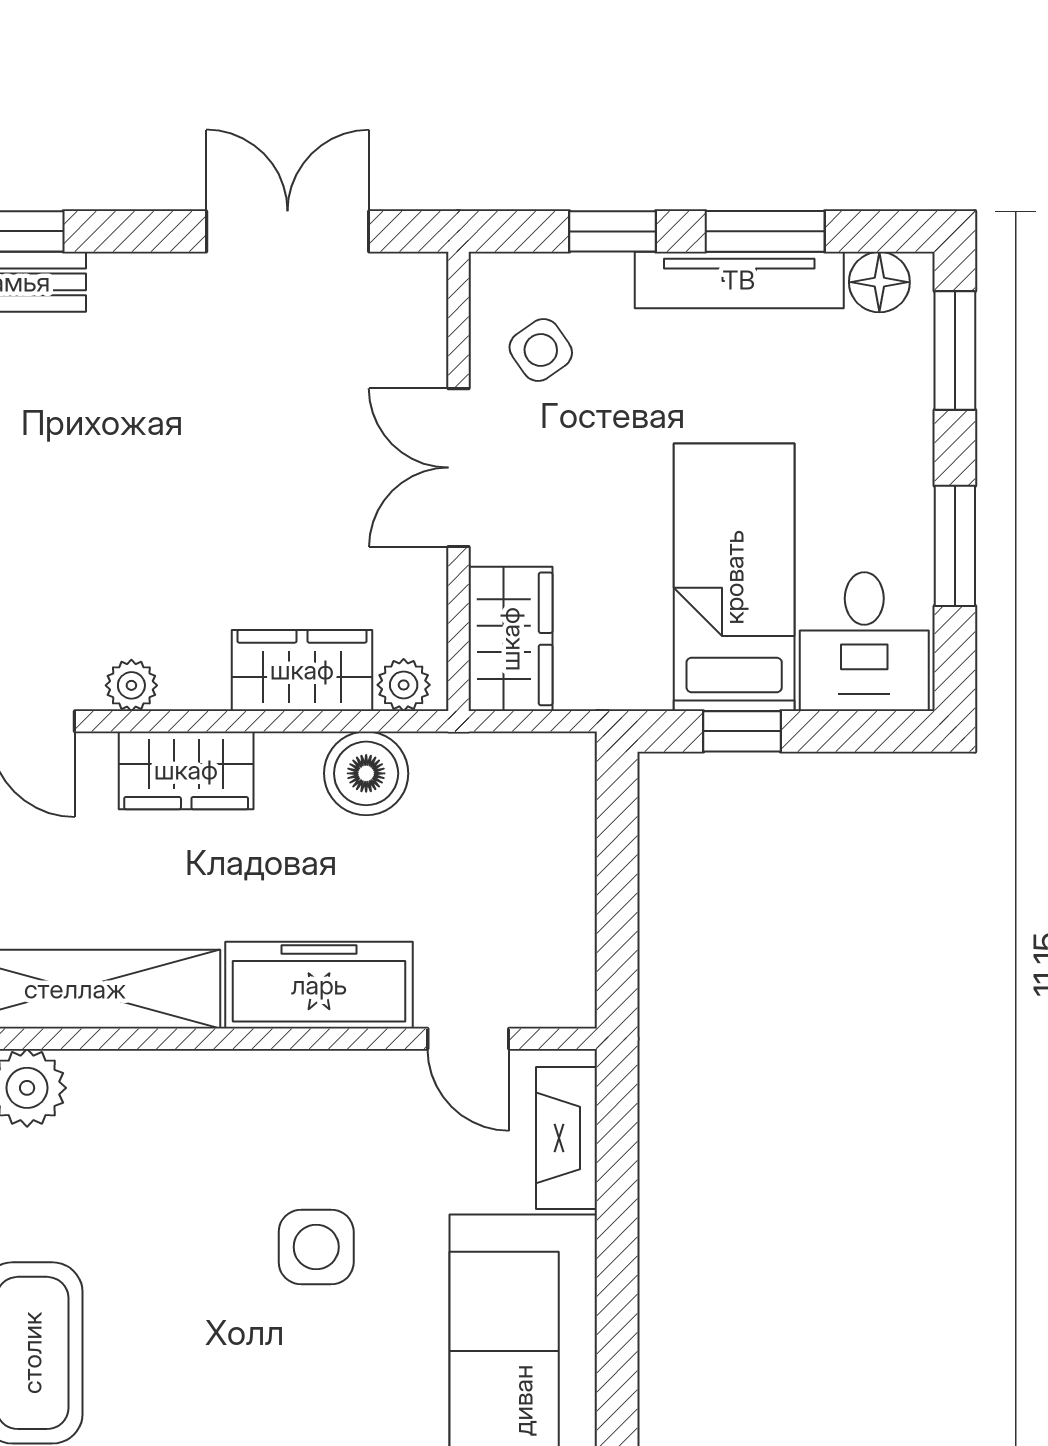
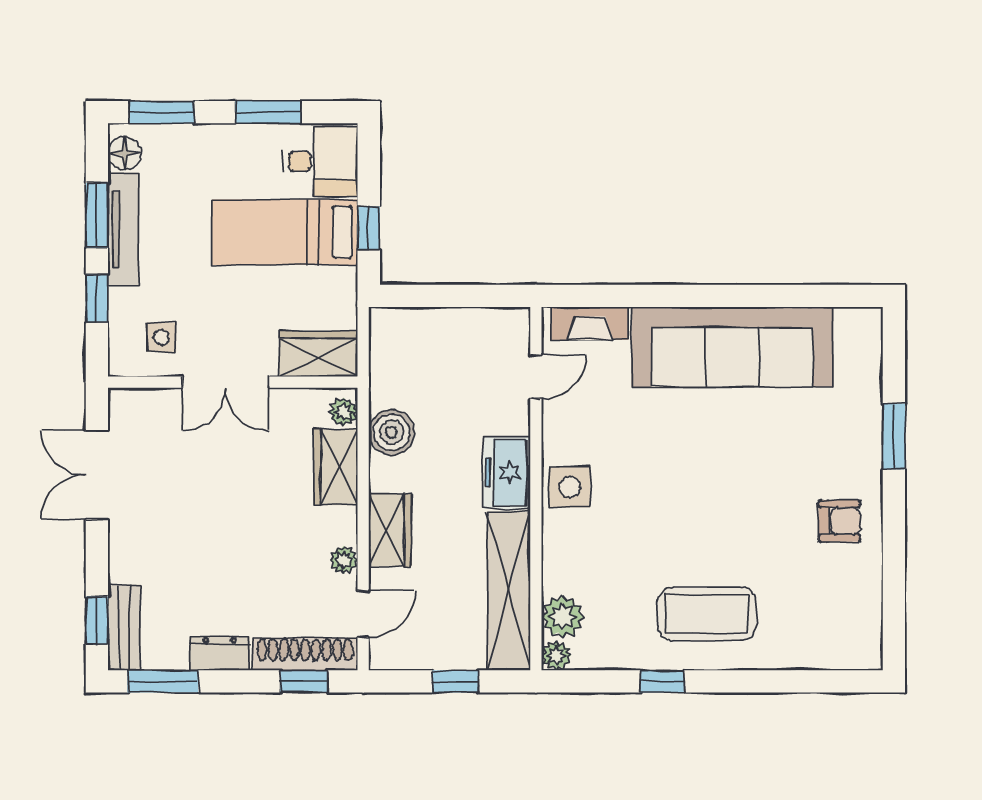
side table: (541, 350) -> (161, 337), turned 35
freezer: (319, 985) -> (507, 472), width x0.71
side table: (316, 1247) -> (570, 487), moved

